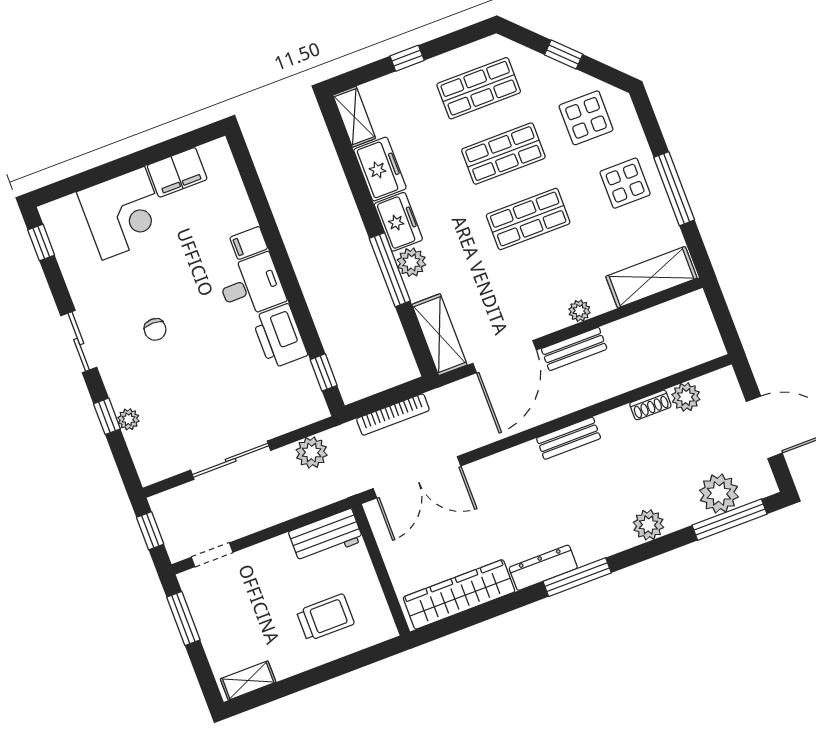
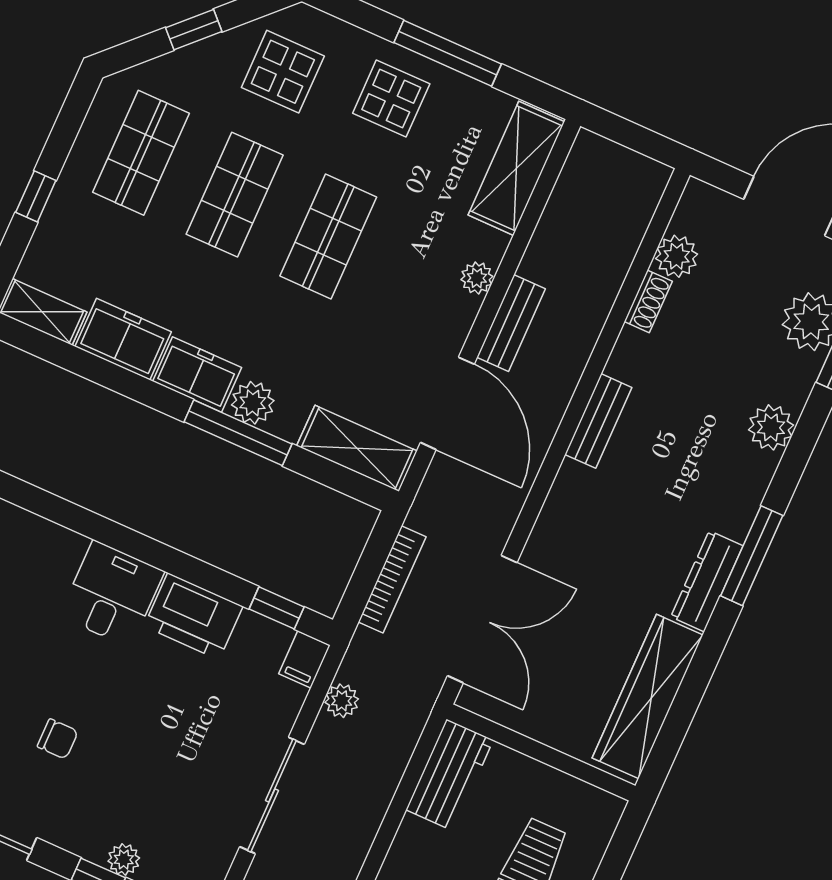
filing cabinet: (249, 243) -> (304, 659), moved
plant: (312, 453) -> (342, 701), width x0.73, depth x0.73

